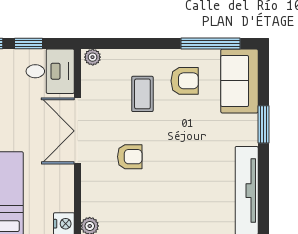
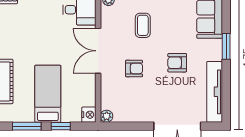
armchair: (185, 81) -> (177, 63), moved, turned 180

